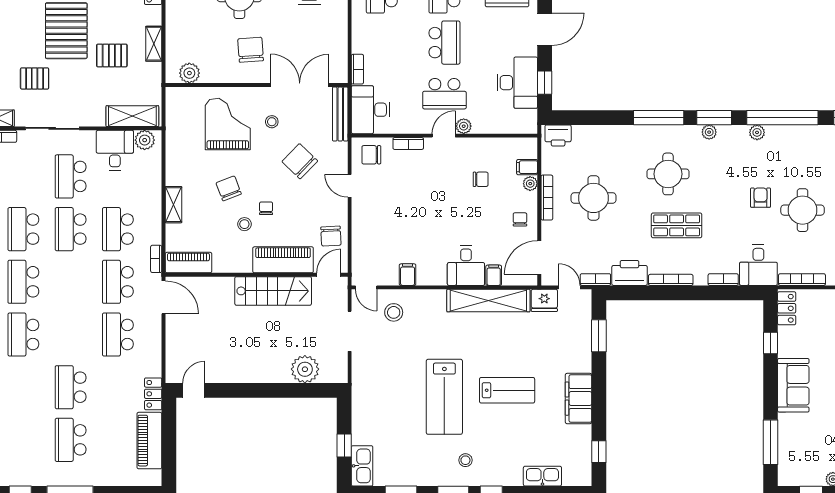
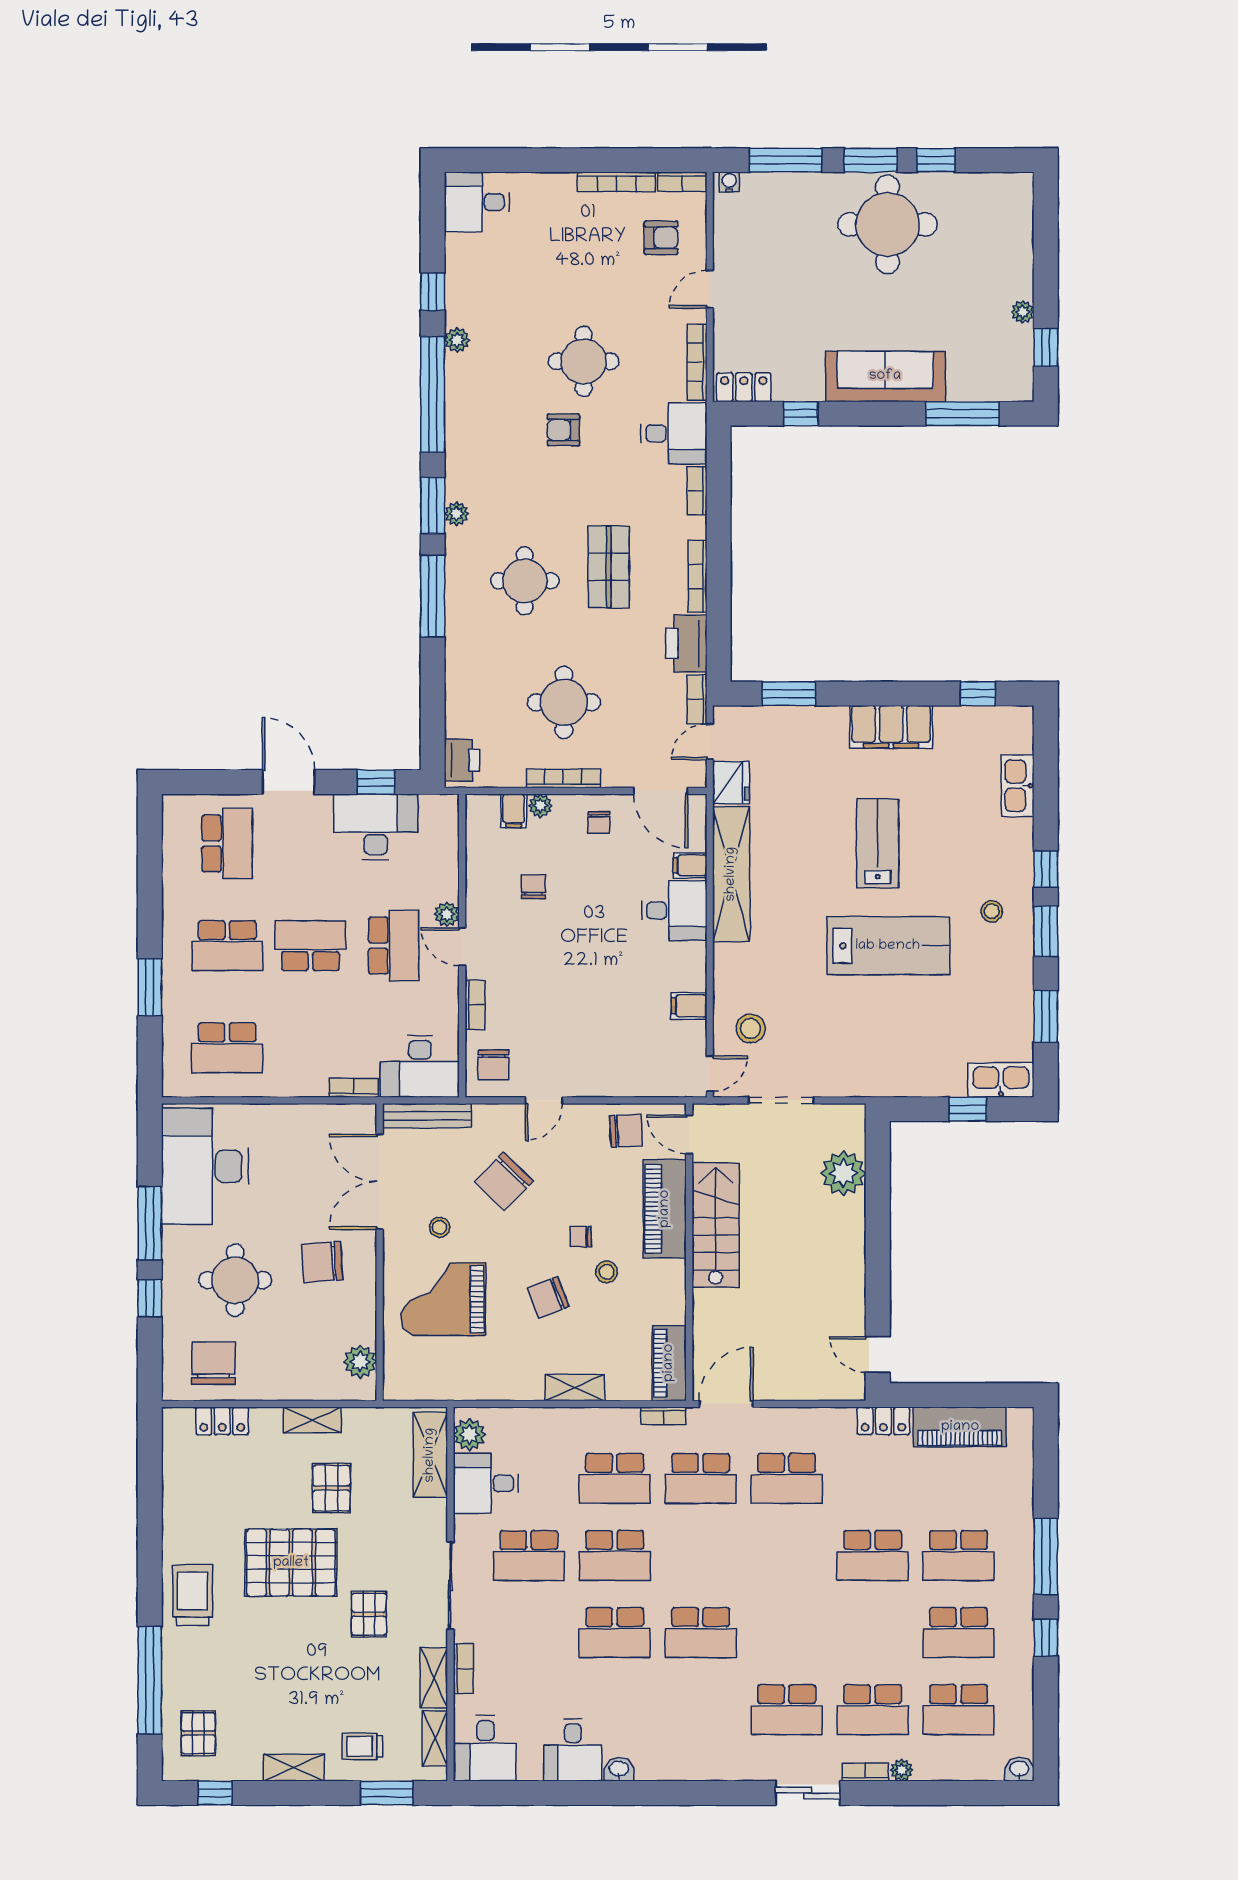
plant: (757, 132) -> (457, 340), moved
chair: (520, 219) -> (599, 822), turned -90
school desk: (23, 334) -> (959, 1633), moved
sofa: (793, 385) -> (885, 376), width x1.36

